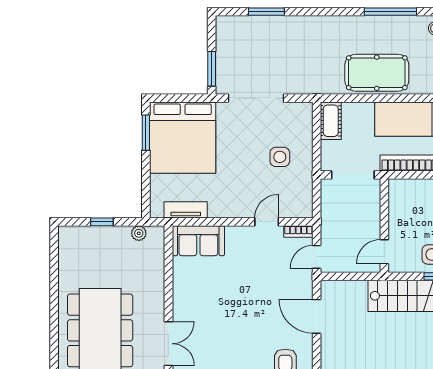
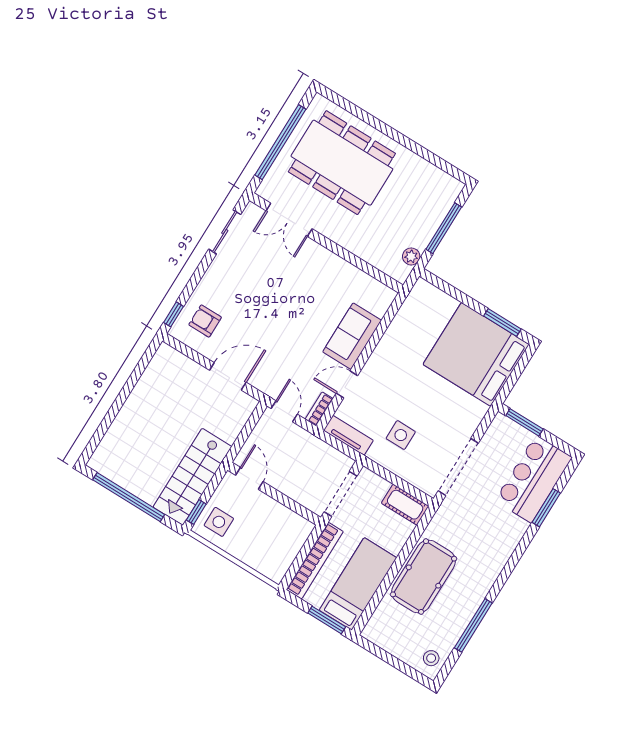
bar counter: (251, 35) -> (534, 479), added
doorway: (256, 98) -> (458, 467), moved
tv unit: (186, 210) -> (348, 435), moved, turned -90
window: (102, 222) -> (444, 228), width x2.17
door: (267, 222) -> (347, 384), swing flipped
sofa: (198, 241) -> (352, 336), moved

